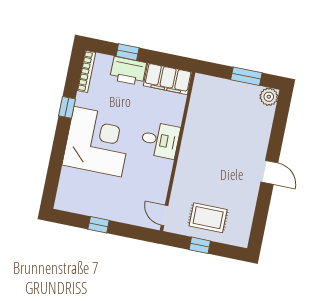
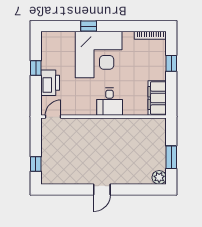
printer: (128, 71) -> (50, 83), moved, turned 180
window: (67, 107) -> (89, 26), moved
rug: (208, 218) -> (58, 150), removed
window: (200, 245) -> (36, 164), moved

